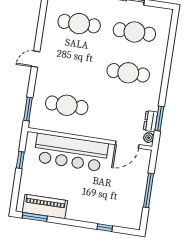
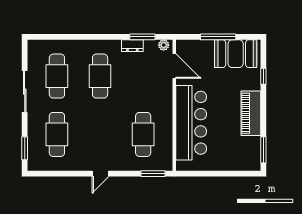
door: (36, 59) -> (100, 174), hinge flipped
dresser: (151, 121) -> (132, 46), moved
window: (20, 160) -> (207, 174), removed
booth: (130, 205) -> (236, 54), added
piano: (45, 206) -> (251, 113), moved

